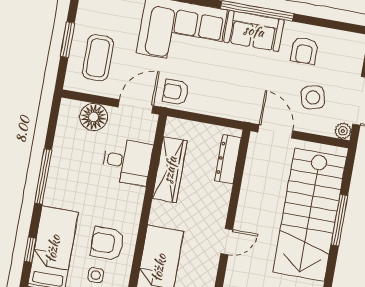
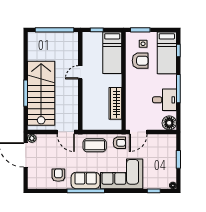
coffee table: (98, 58) -> (95, 145), moved, turned 90
side table: (313, 97) -> (50, 152), removed
floor lamp: (94, 117) -> (169, 123), moved
dresser: (228, 159) -> (87, 114), removed
desk: (127, 162) -> (164, 100), moved, turned 180

